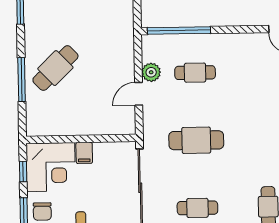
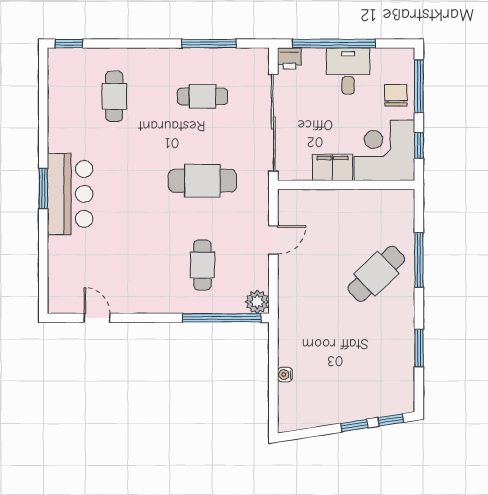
plant: (151, 72) -> (257, 302), moved
cafe table: (195, 73) -> (202, 265), turned 90
filing cabinet: (84, 153) -> (332, 167), width x2.00

